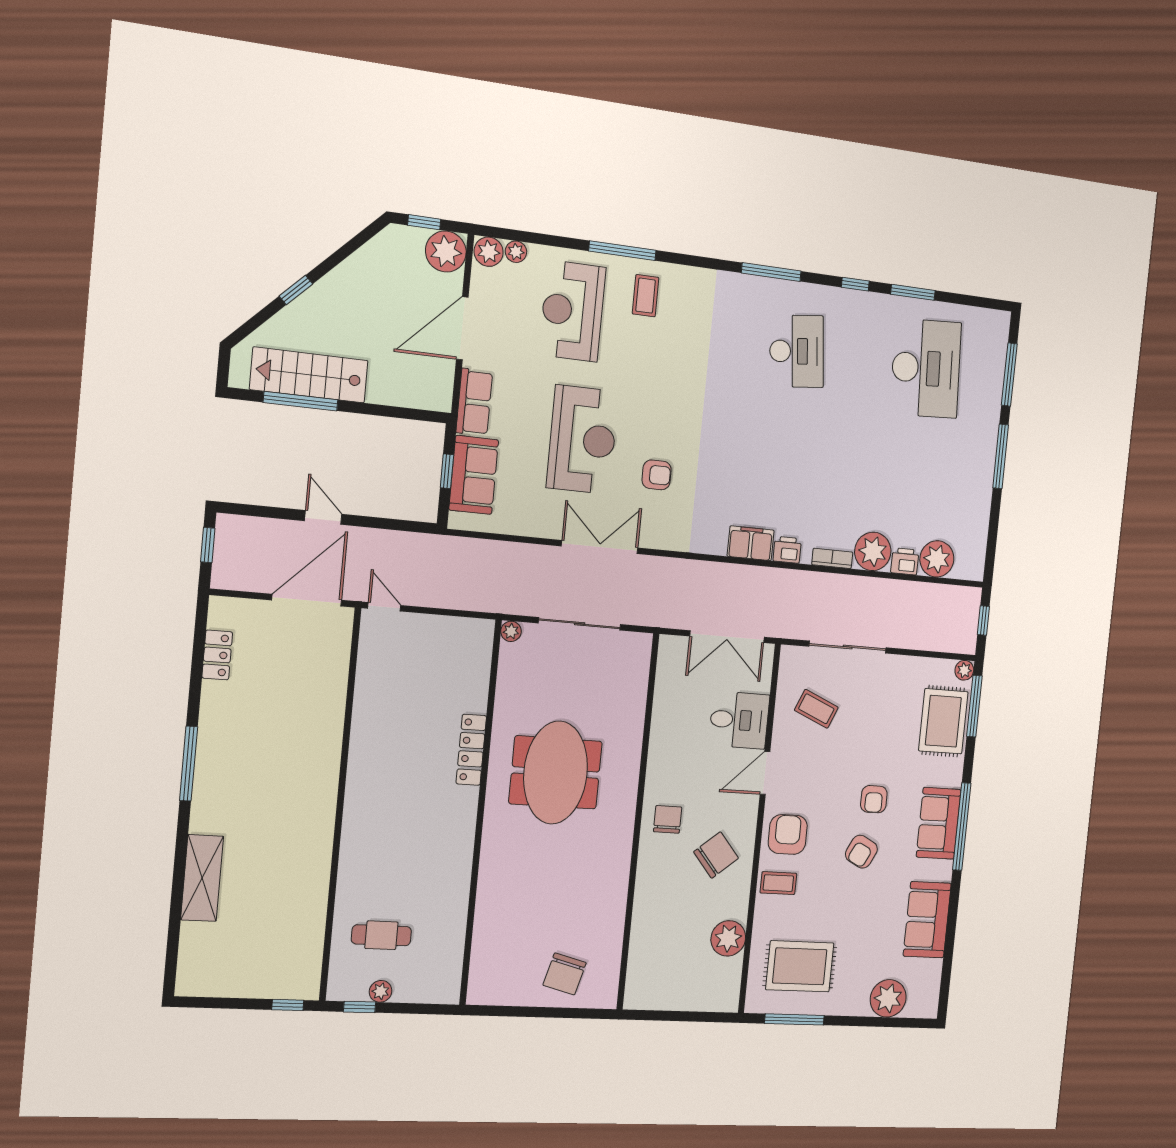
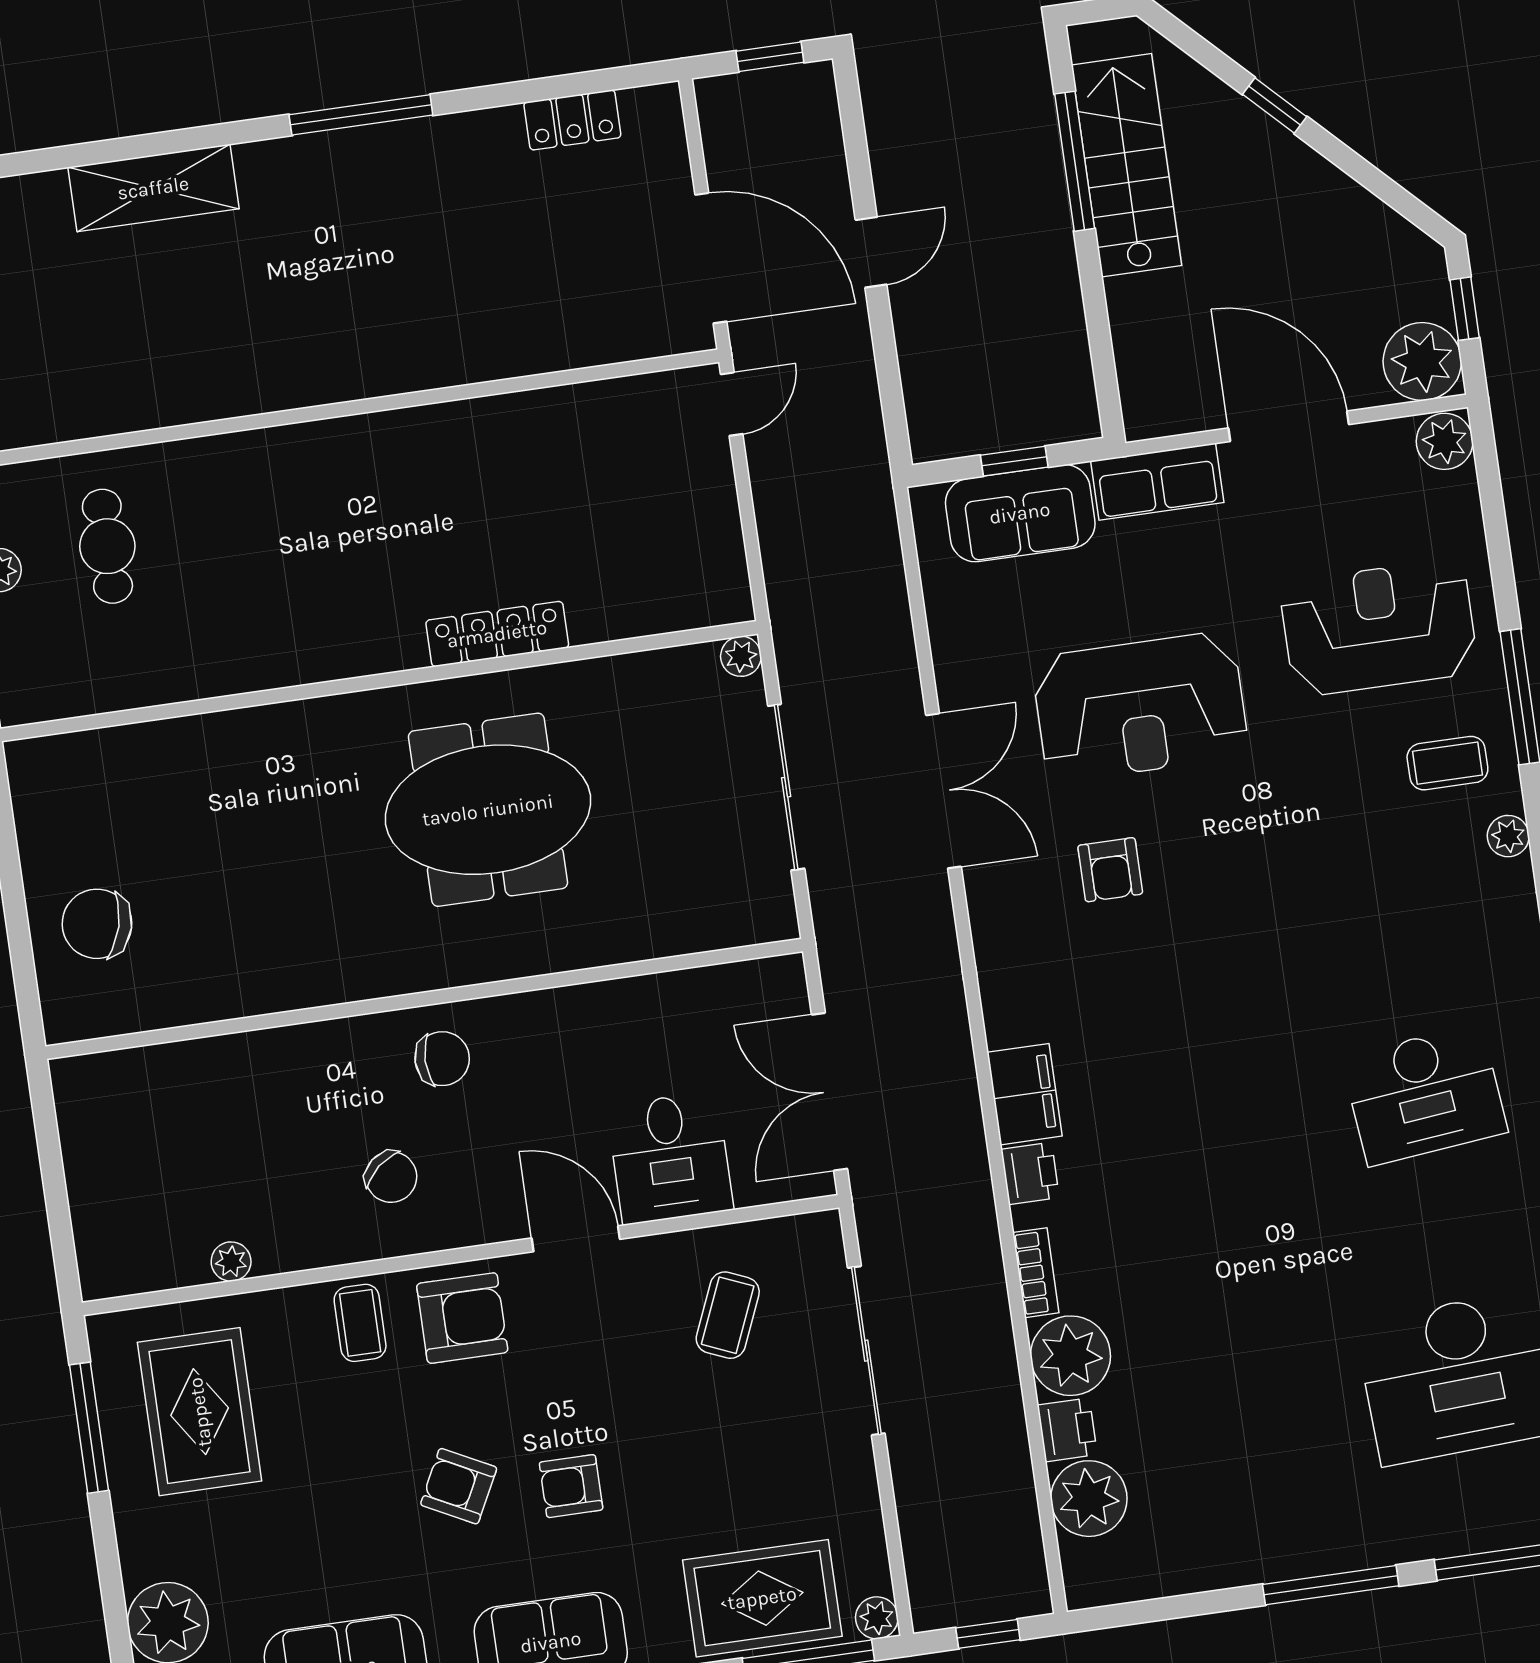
plant: (516, 252) -> (1508, 836), moved
chair: (716, 855) -> (391, 1177), width x0.73, depth x0.73
plant: (728, 938) -> (231, 1262), width x0.53, depth x0.53

